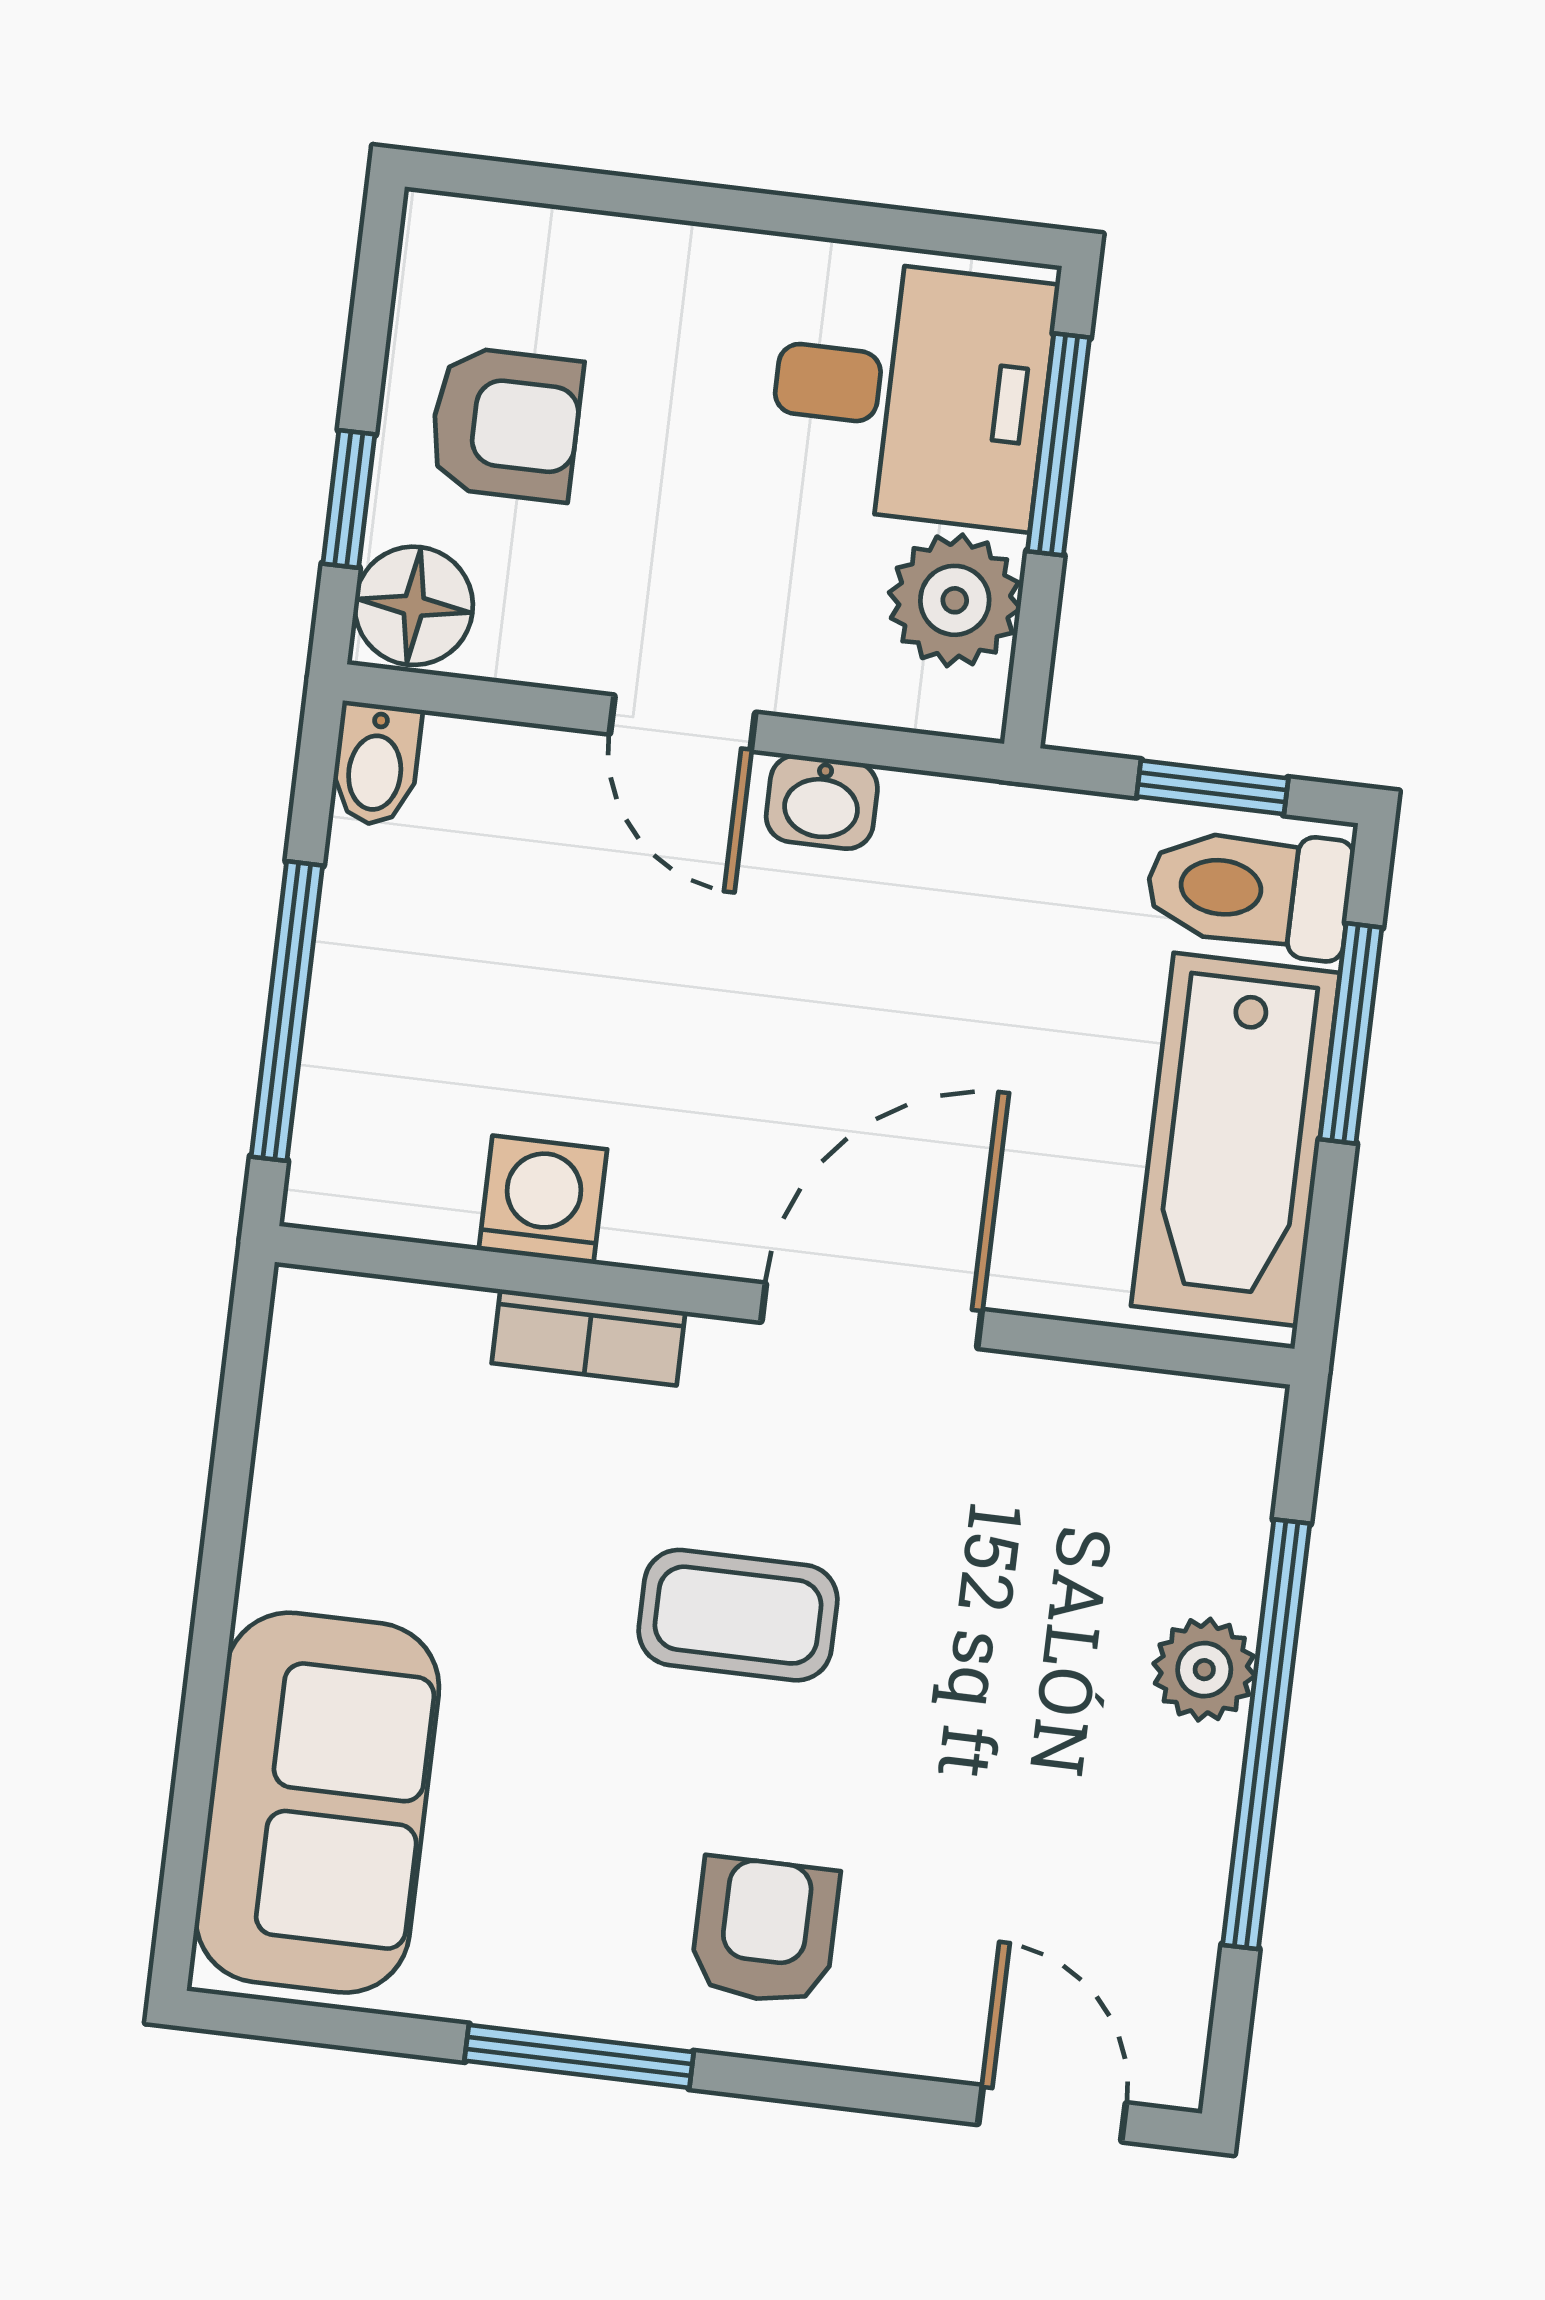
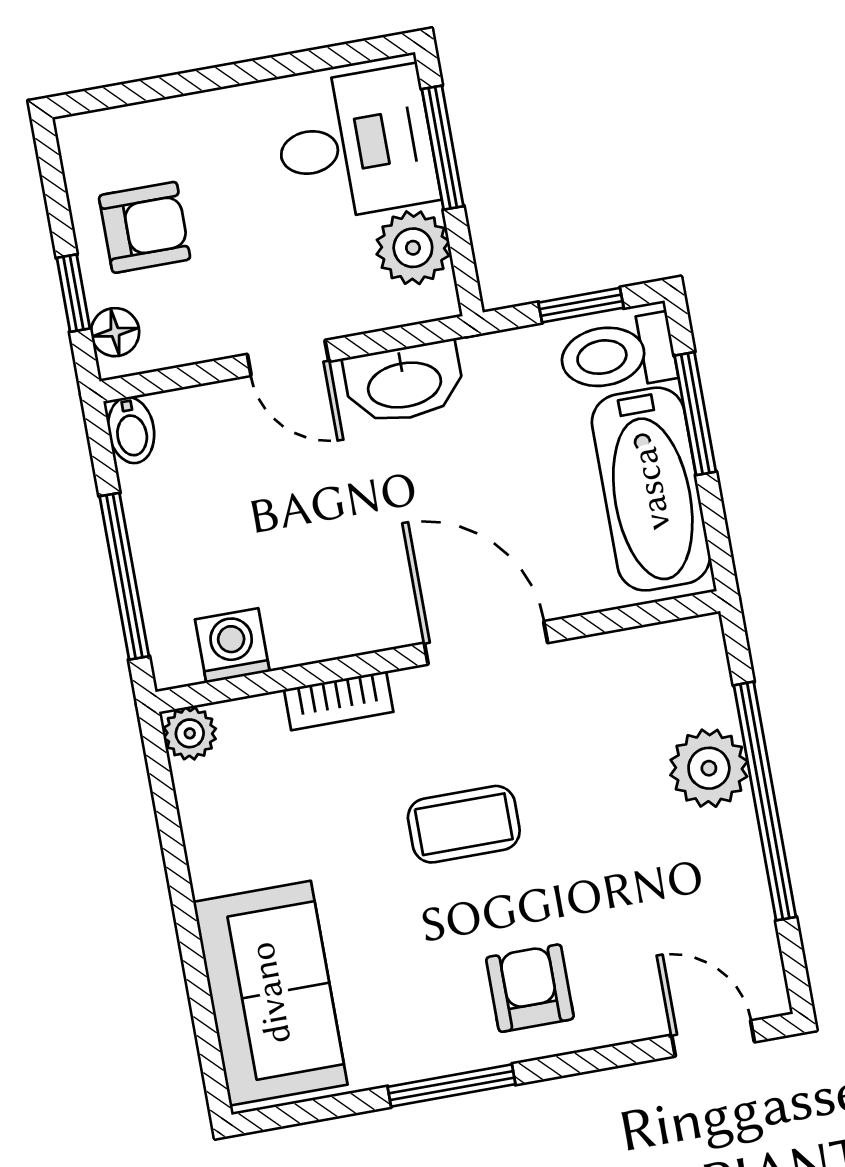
floor lamp: (414, 606) -> (115, 332), width x0.73, depth x0.73
washbasin: (822, 802) -> (404, 383), width x1.91, depth x1.45
washing machine: (543, 1200) -> (232, 645), moved
plant: (316, 1315) -> (190, 733), added
door: (872, 1316) -> (486, 643), hinge flipped
plant: (1204, 1670) -> (709, 768), width x1.38, depth x1.38

